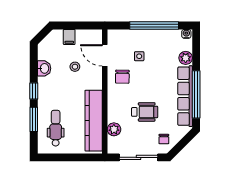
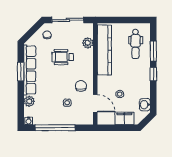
filing cabinet: (69, 37) -> (124, 118), width x2.00
washbasin: (44, 68) -> (145, 105), moved
window: (196, 94) -> (21, 71), width x0.47

